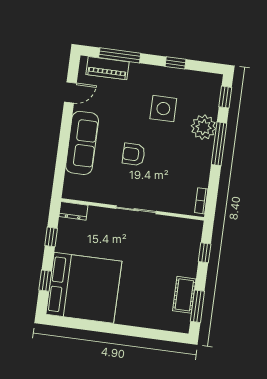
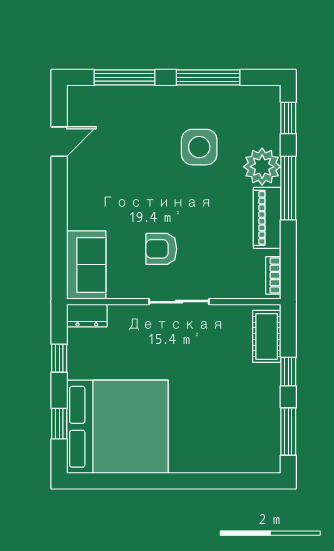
window: (175, 63) -> (208, 77), width x2.17
piano: (107, 68) -> (267, 218), moved, turned 90
sofa: (82, 143) -> (86, 265), moved, width x0.73
armchair: (134, 154) -> (161, 249), moved
window: (205, 253) -> (288, 372), moved
cot: (184, 295) -> (267, 336), moved

